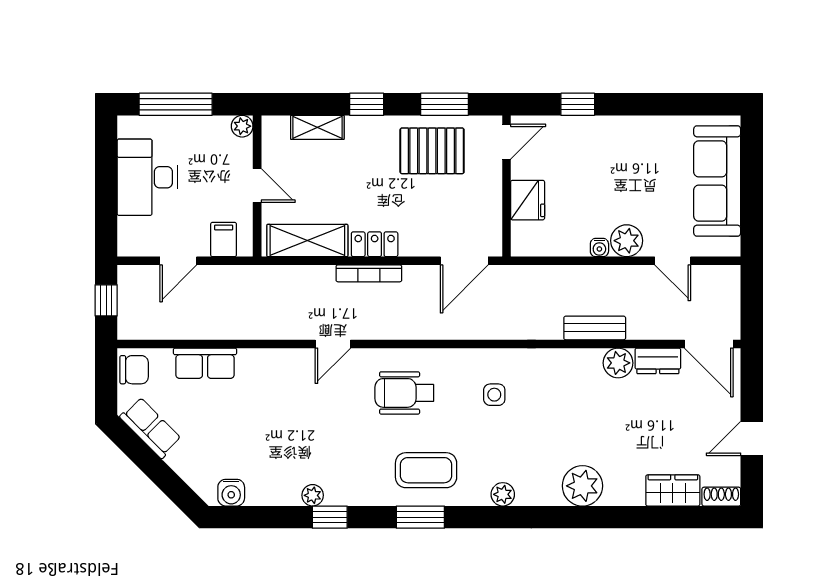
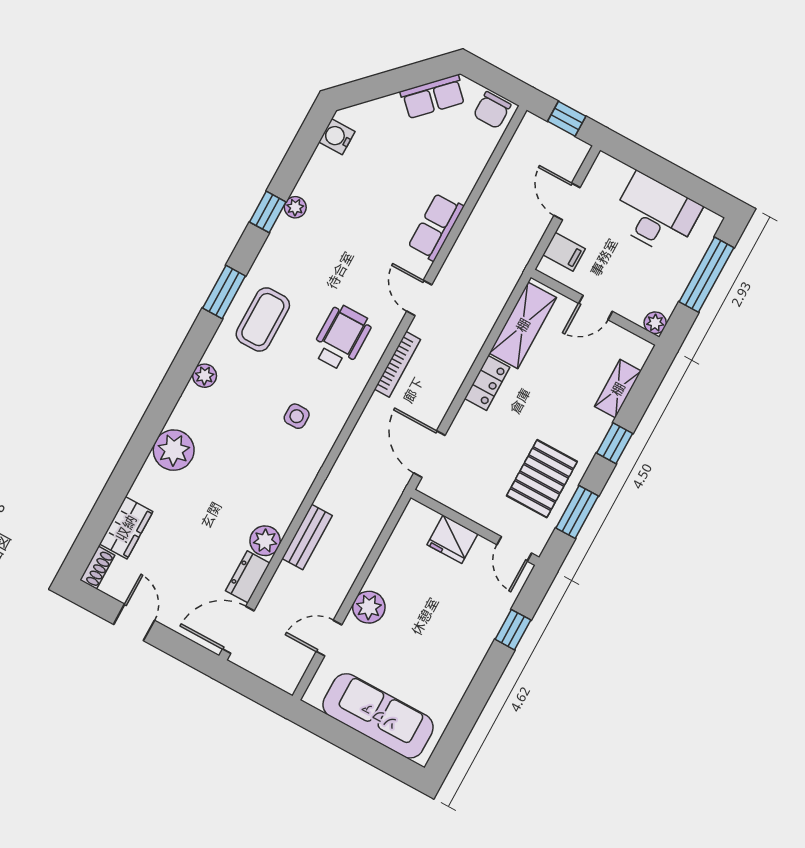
water cooler: (599, 248) -> (376, 580), removed
bookcase: (369, 273) -> (397, 364), moved, turned 180
row of seats: (205, 363) -> (436, 227), moved

